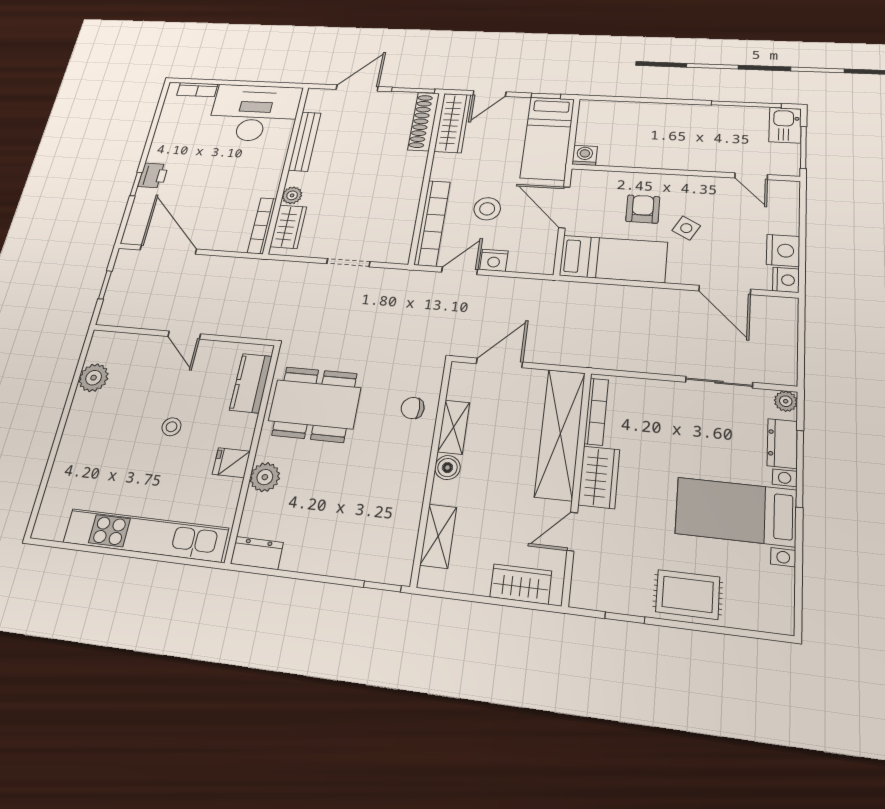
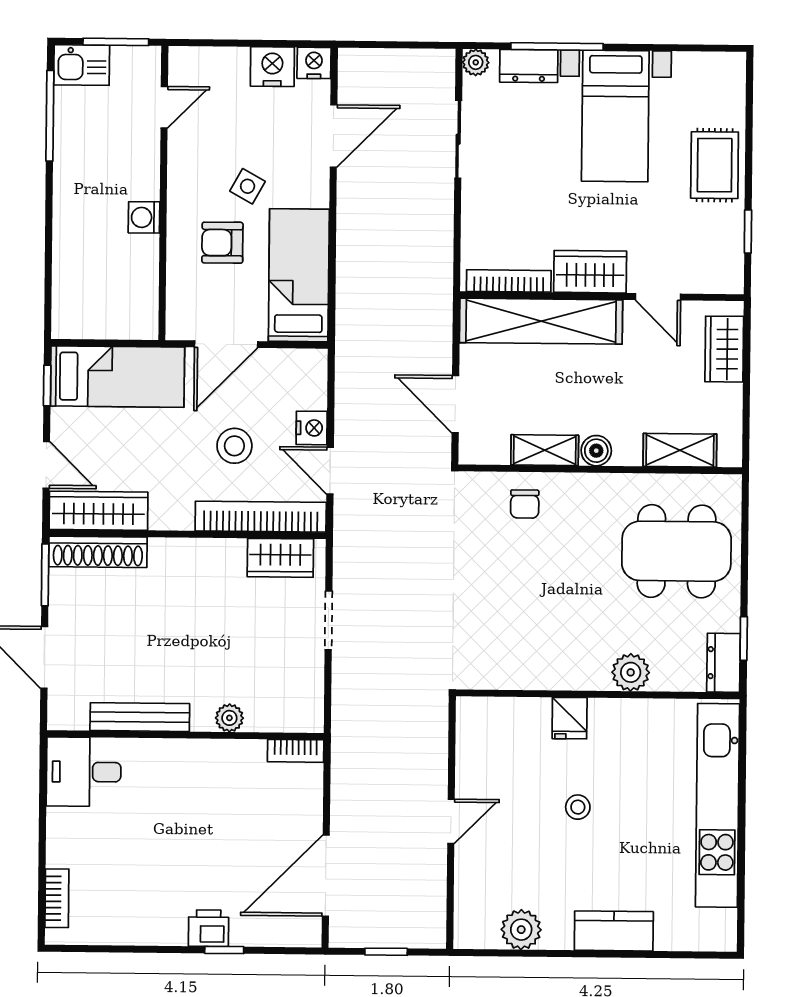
desk: (254, 113) -> (84, 772), width x0.53, depth x0.77
washing machine: (585, 155) -> (144, 217), moved
bookcase: (262, 226) -> (296, 751), width x0.64
wardrobe: (288, 227) -> (280, 558), moved, turned 180
kitchen counter: (251, 383) -> (614, 931), moved, turned 180
dining table: (315, 404) -> (677, 551), moved, turned 90
fridge: (231, 463) -> (570, 718), moved
window: (382, 586) -> (744, 638), moved

